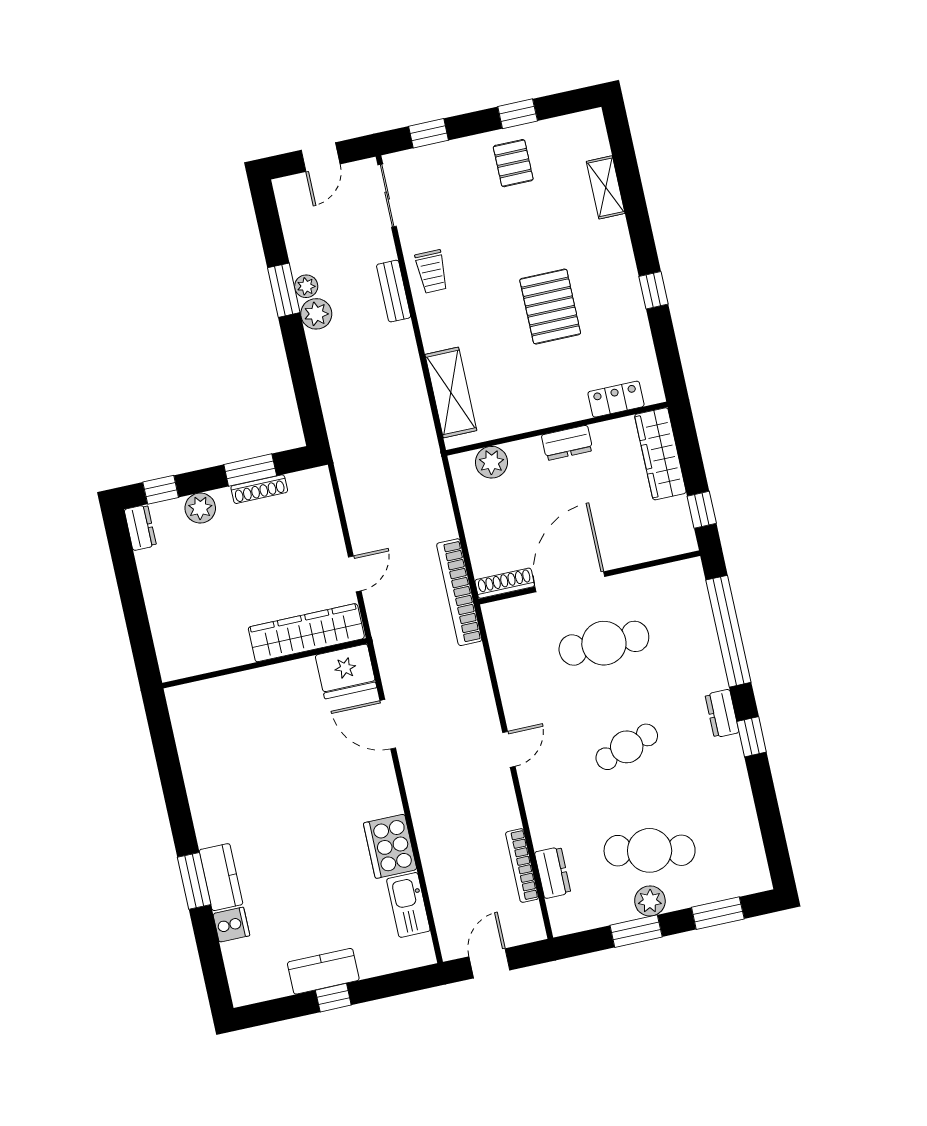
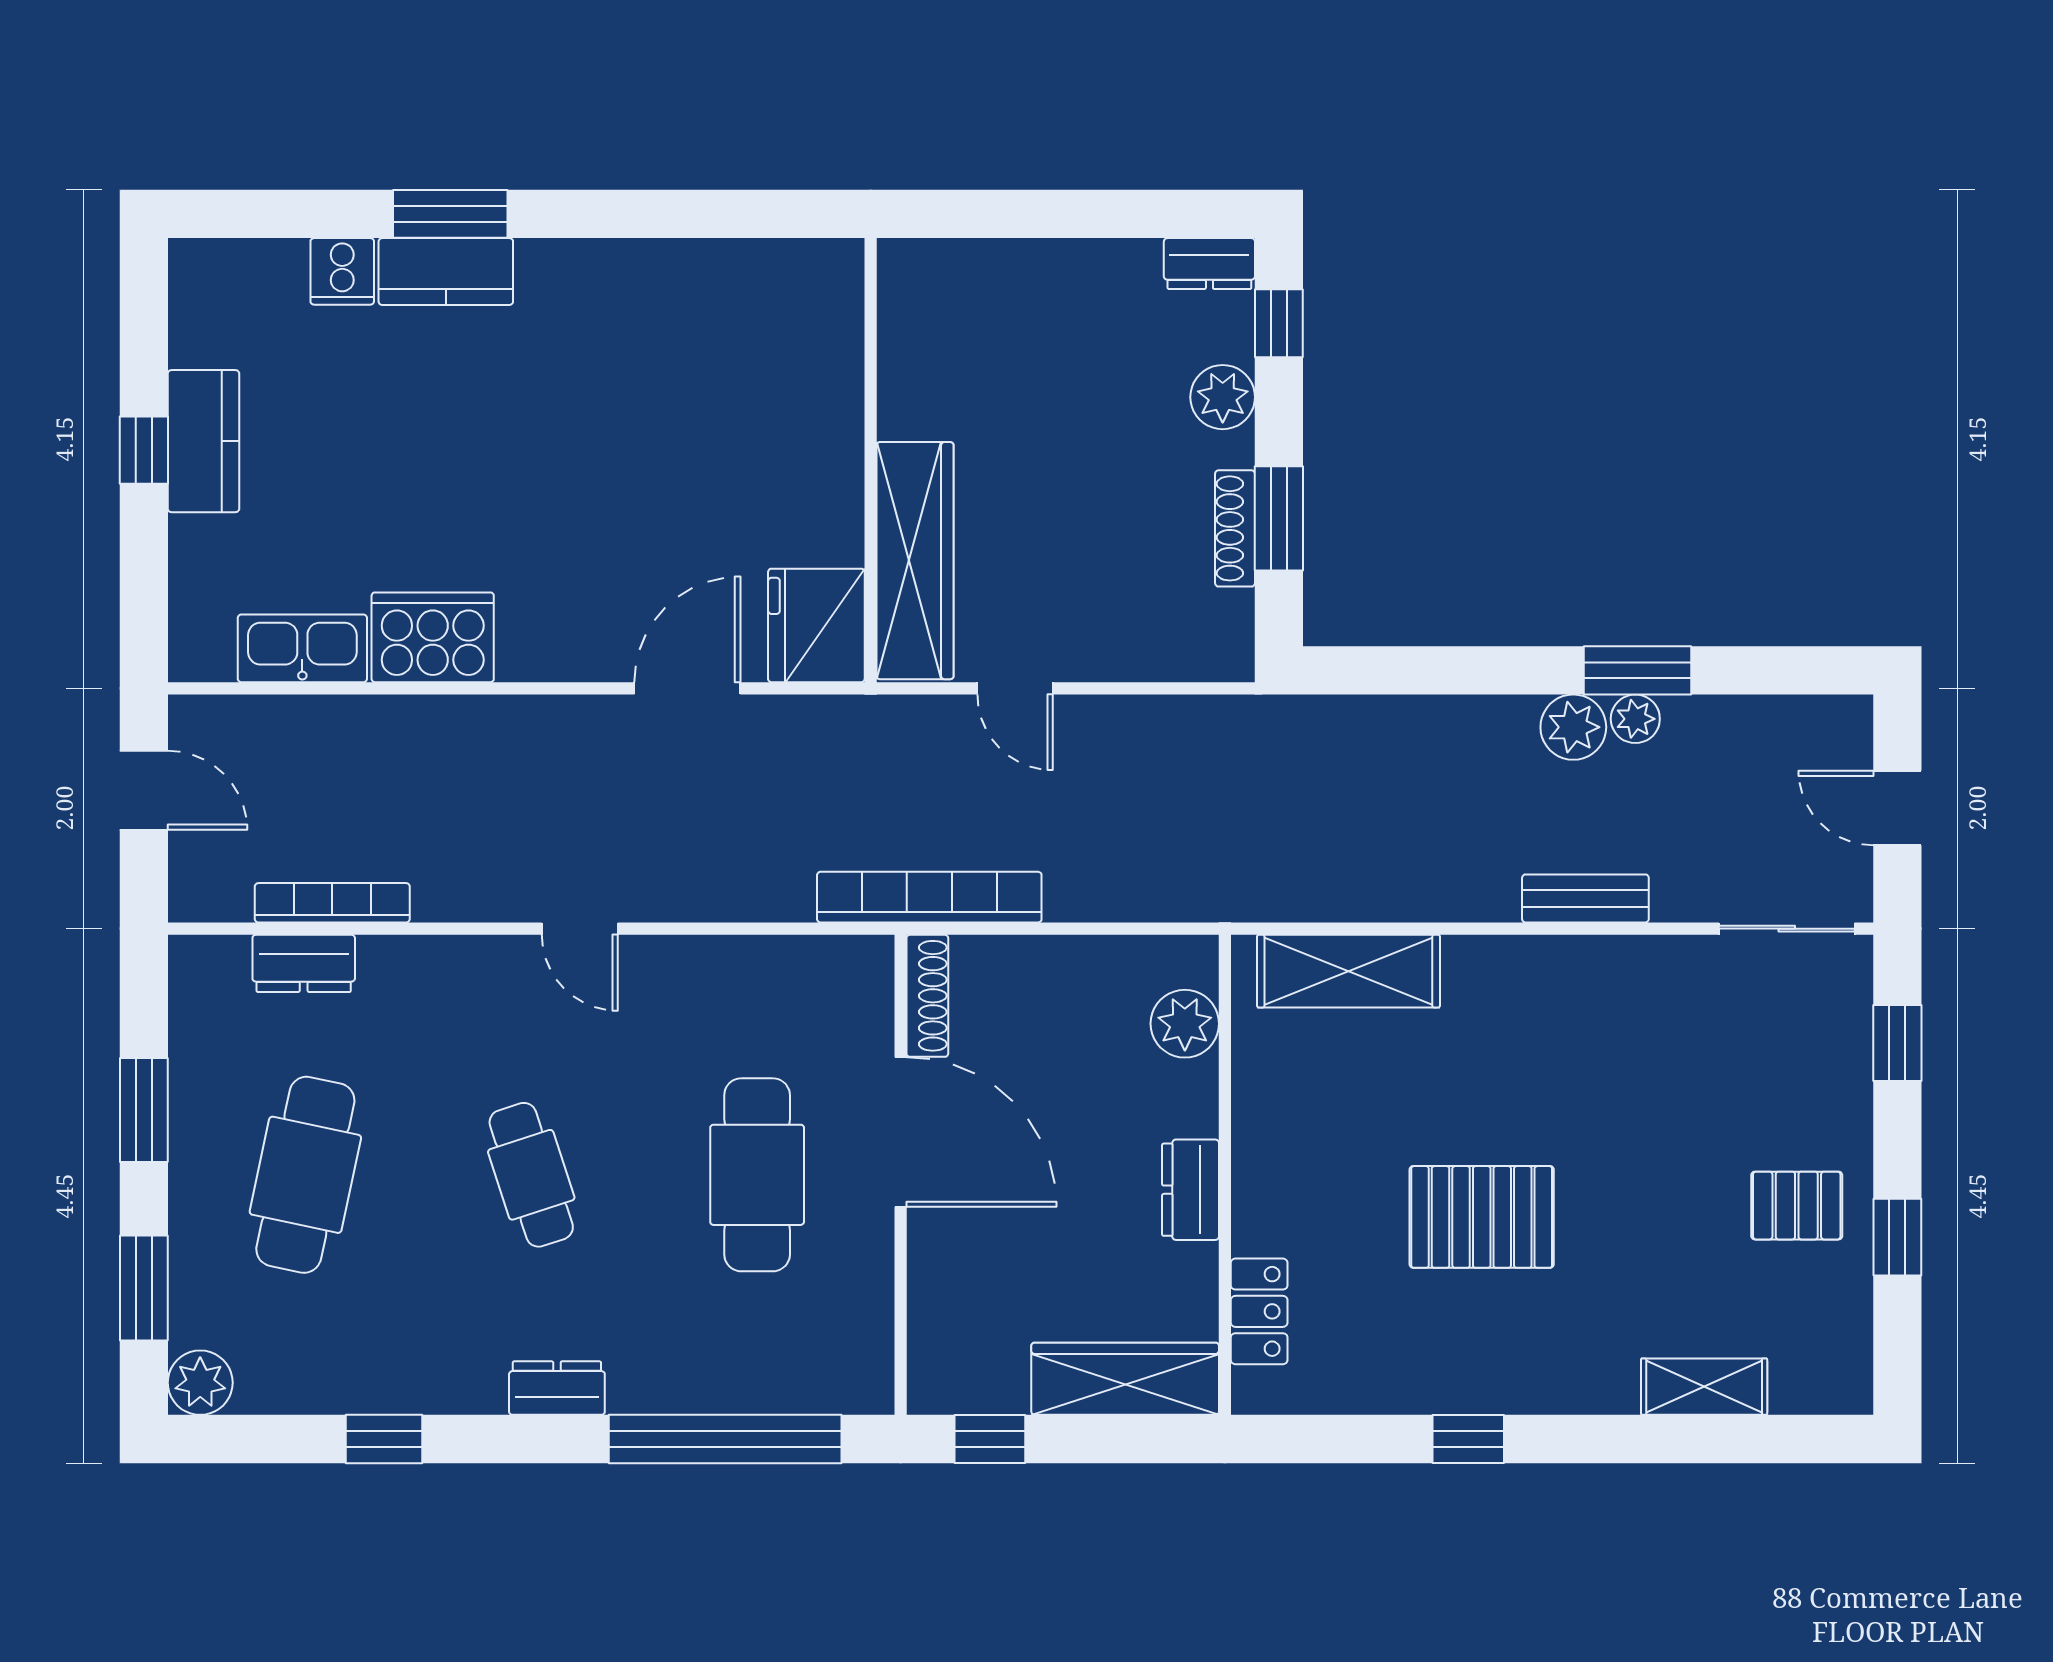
trolley: (432, 272) -> (1609, 986), removed
window: (752, 737) -> (384, 1439), moved
plant: (650, 901) -> (200, 1383), moved

